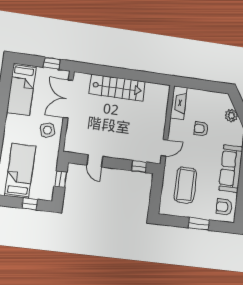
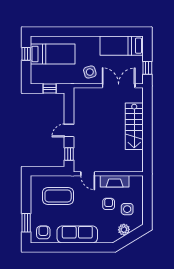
fireplace: (179, 103) -> (115, 181), moved
side table: (209, 109) -> (127, 209), added
door: (95, 161) -> (69, 130), moved
window: (30, 204) -> (26, 54), moved
window: (199, 224) -> (26, 223), moved

